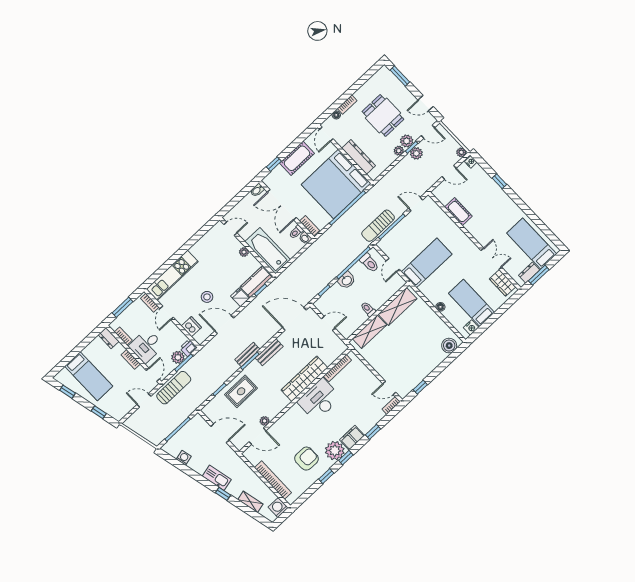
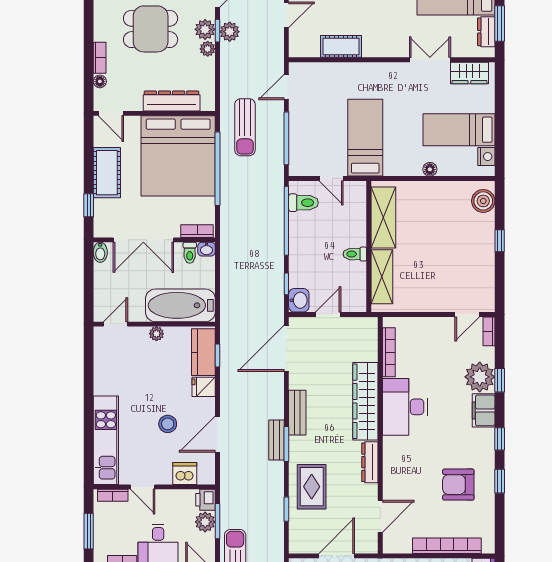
sun lounger: (378, 226) -> (245, 127), moved
washbasin: (347, 280) -> (299, 300), moved
window: (420, 387) -> (500, 241), moved
dresser: (278, 408) -> (370, 462), added
plant: (265, 421) -> (371, 492), removed
plant: (335, 451) -> (480, 377), moved
armchair: (306, 459) -> (458, 485), turned -90

